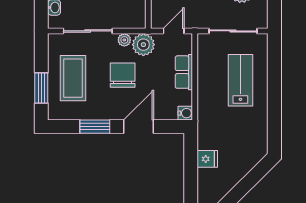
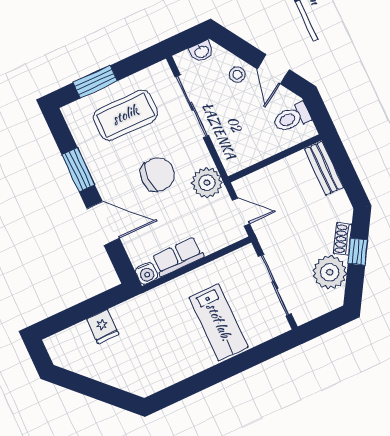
plant: (124, 40) -> (202, 157), removed
row of seats: (184, 72) -> (178, 257), moved
lab bench: (240, 80) -> (219, 322), turned 90

